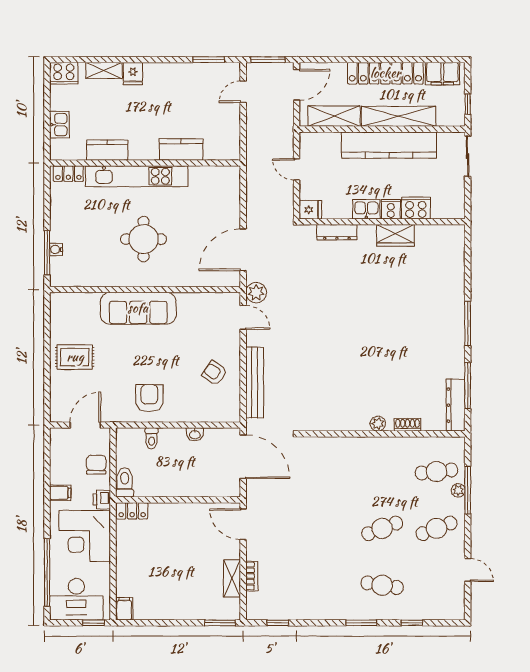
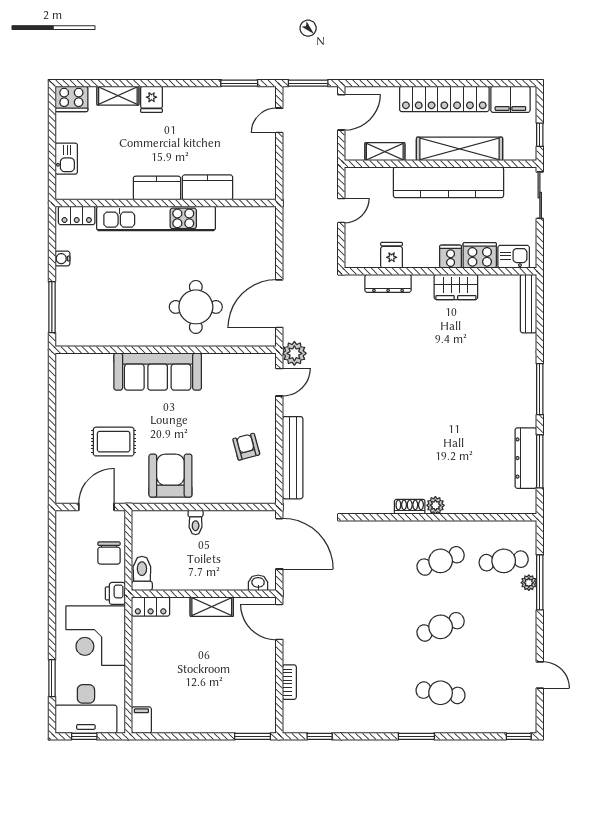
shelving: (334, 116) -> (385, 152), width x0.67, depth x0.75
kitchen counter: (107, 150) -> (157, 188), moved
door: (297, 169) -> (341, 211), swing flipped
kitchen sink: (366, 209) -> (514, 257), moved
fridge: (310, 210) -> (392, 255), moved, turned -90
round table: (144, 239) -> (196, 307), moved
water cooler: (56, 249) -> (62, 259), moved
bench: (458, 250) -> (528, 304), added
door: (243, 317) -> (279, 382), hinge flipped
rug: (75, 357) -> (114, 442), moved
armchair: (215, 373) -> (246, 447), turned 40
armchair: (149, 398) -> (170, 476), width x1.36, depth x1.36
dresser: (456, 405) -> (526, 458), moved
shoe rack: (408, 425) -> (410, 507), moved
washbasin: (195, 434) -> (258, 583), moved, turned 180
toilet: (152, 438) -> (196, 522), moved
chair: (96, 465) -> (109, 553), turned 180
filing cabinet: (60, 493) -> (67, 586), removed
cafe table: (437, 528) -> (441, 561), moved
window: (47, 573) -> (52, 678), width x0.47
shelving: (232, 579) -> (212, 607), moved, turned 90
window: (93, 623) -> (84, 736), moved
window: (412, 623) -> (519, 736), moved

